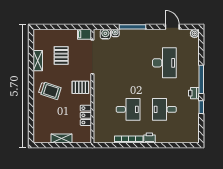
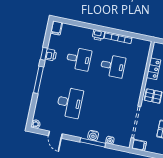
water cooler: (105, 34) -> (93, 136), moved
desk: (164, 63) -> (70, 103), turned 180
printer: (194, 93) -> (51, 55), moved
desk: (128, 109) -> (113, 66), turned 180
filing cabinet: (194, 136) -> (56, 28), added

